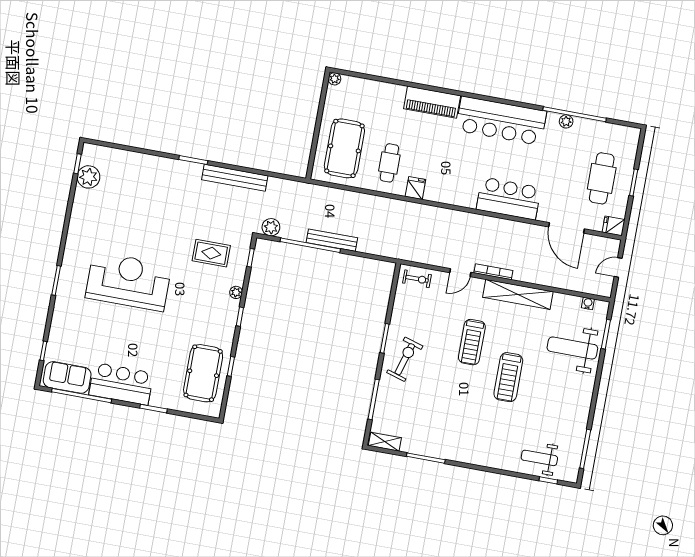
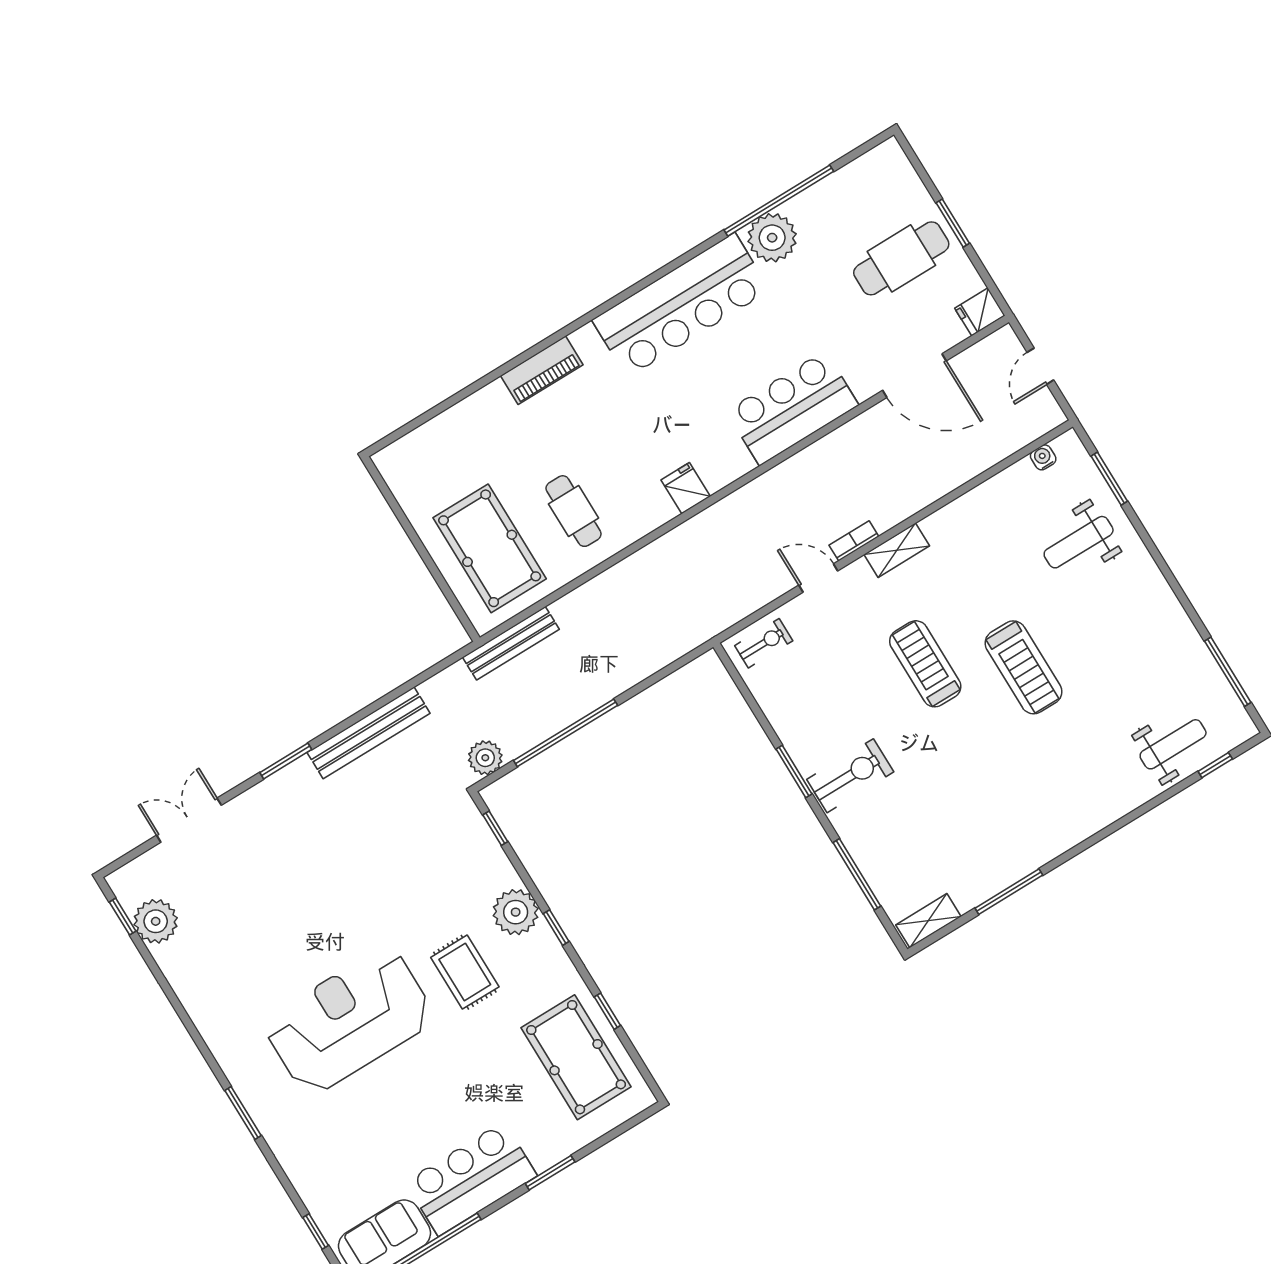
plant: (335, 79) -> (385, 460), removed
piano: (432, 102) -> (542, 370), width x0.73, depth x0.75
plant: (566, 121) -> (772, 238), width x1.88, depth x1.88
double door: (136, 150) -> (189, 820), added
cafe table: (602, 178) -> (901, 258), turned 90
fridge: (415, 188) -> (686, 488), moved
bench: (332, 240) -> (511, 643), moved
rug: (211, 253) -> (465, 972), moved, turned 90
bookcase: (493, 272) -> (854, 541), width x0.64
door: (460, 273) -> (818, 578), swing flipped
plant: (236, 292) -> (516, 912), width x1.87, depth x1.87
shelving: (518, 294) -> (897, 550), width x0.45, depth x0.75
treadmill: (472, 342) -> (925, 664), turned 180
weight bench: (572, 348) -> (1079, 542), width x0.73, depth x0.75
exercise bike: (405, 359) -> (850, 776), turned 73
weight bench: (539, 458) -> (1173, 744), turned 180

